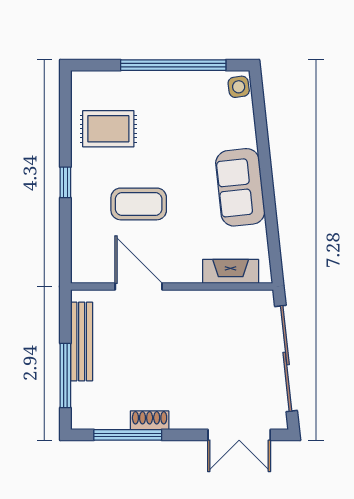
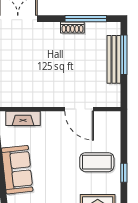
coffee table: (139, 204) -> (97, 162), moved
bench: (82, 341) -> (114, 59), moved

